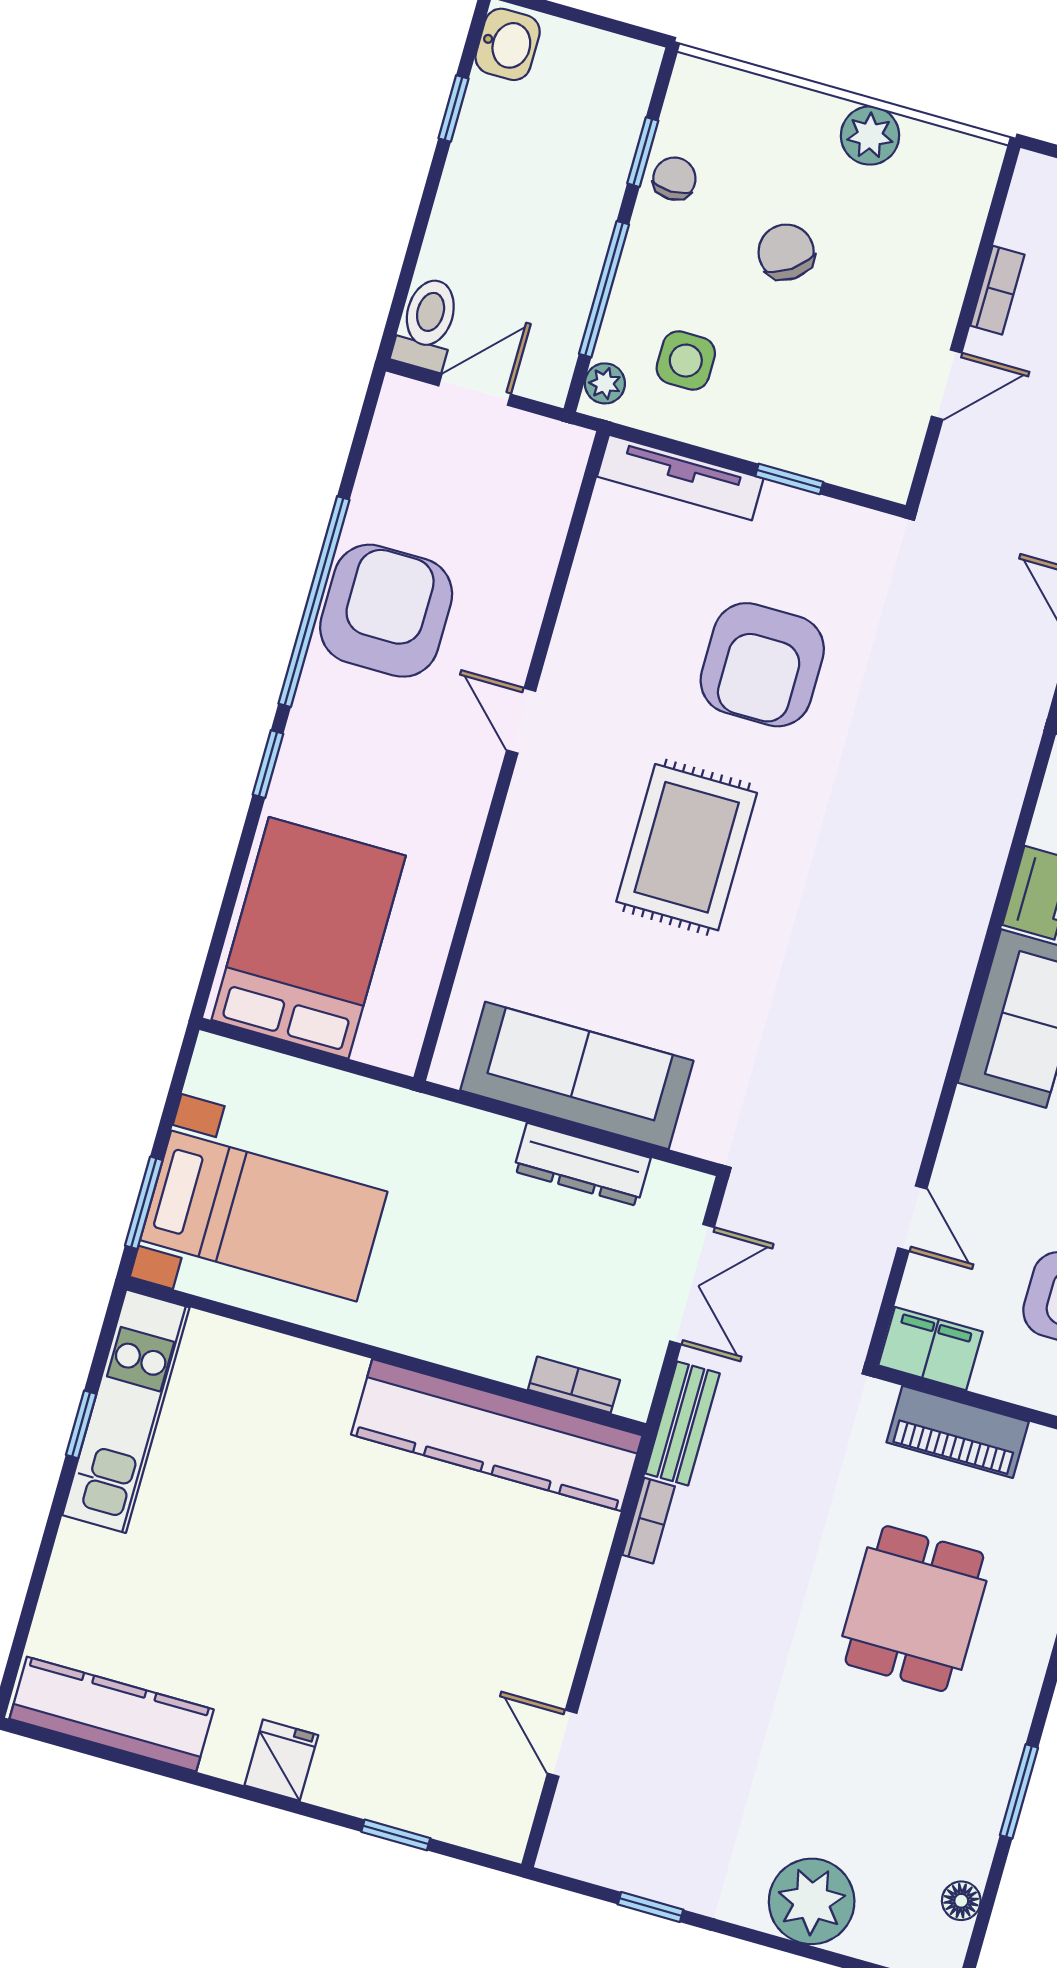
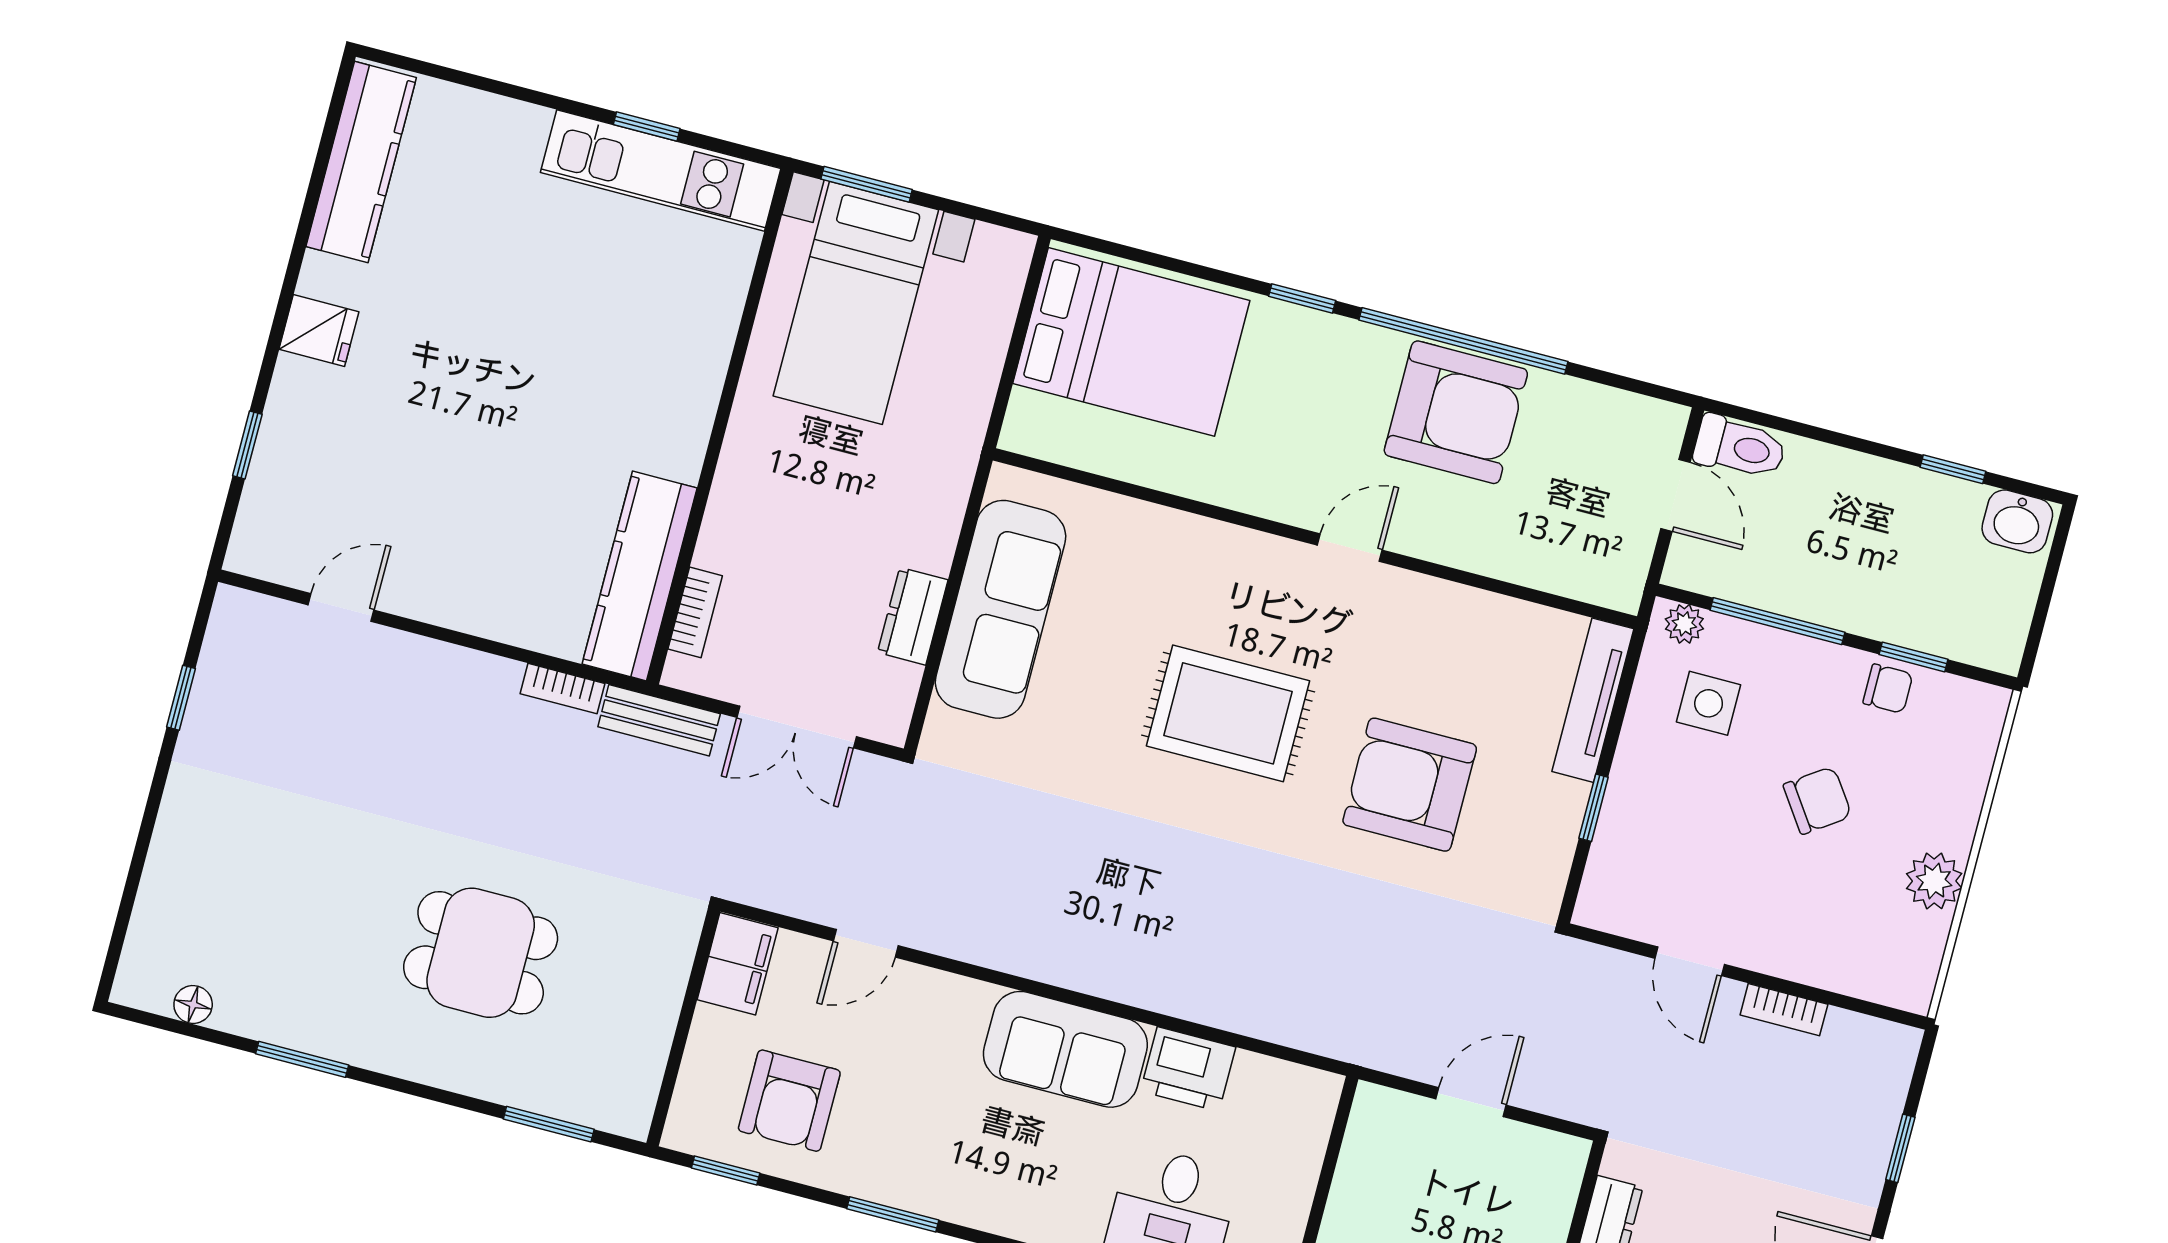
dresser: (582, 1165) -> (913, 616), width x0.70
piano: (958, 1432) -> (656, 992), removed
kitchen counter: (497, 1435) -> (640, 576), width x0.72, depth x0.86
plant: (812, 1901) -> (190, 857), removed

